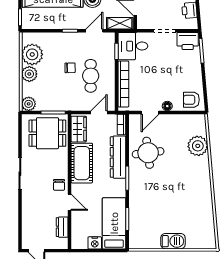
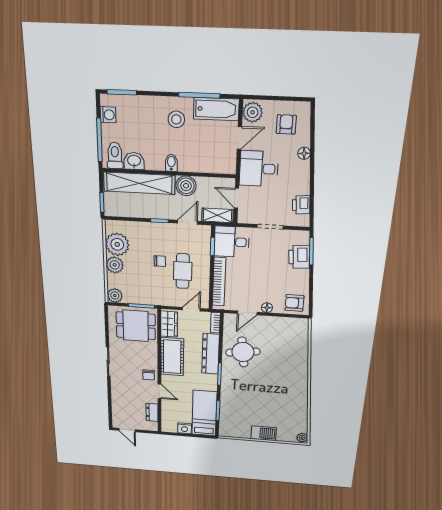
printer: (188, 41) -> (299, 257), moved, turned 85
plant: (198, 146) -> (302, 438), moved, width x0.53, depth x0.53

